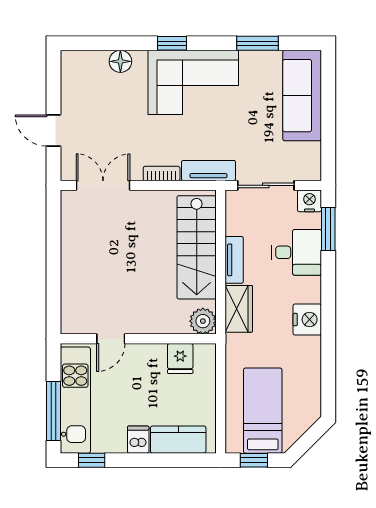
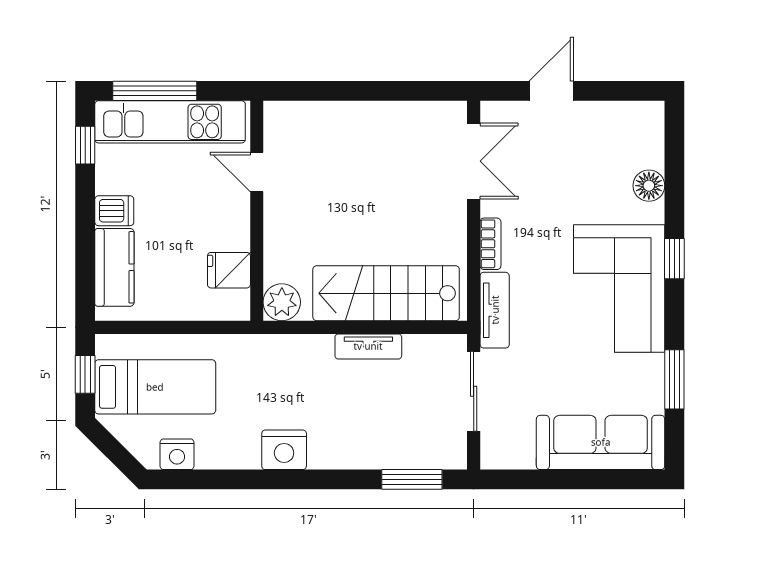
nightstand: (309, 201) -> (177, 454), moved, turned 90
desk: (297, 252) -> (379, 435), removed
wardrobe: (239, 309) -> (299, 353), removed

